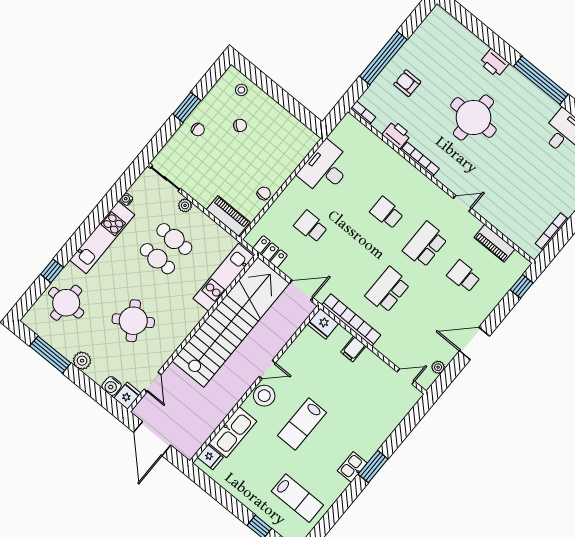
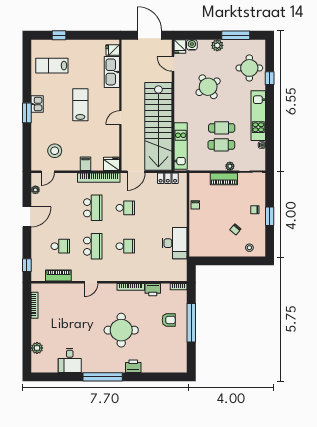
piano: (228, 216) -> (224, 179), moved
school desk: (311, 226) -> (125, 208), moved
stool: (264, 396) -> (55, 151), moved

